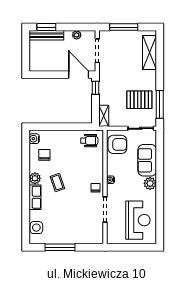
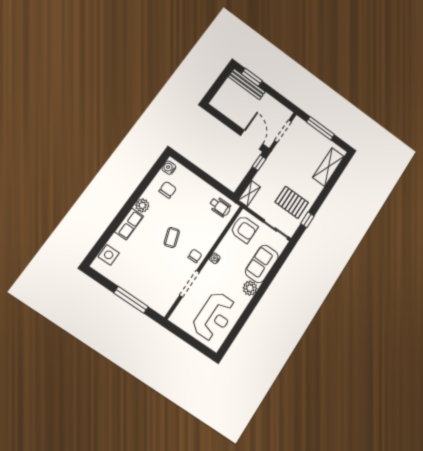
plant: (77, 35) -> (274, 104), removed
window: (160, 104) -> (307, 220), width x0.46
coffee table: (57, 182) -> (172, 238), moved
window: (60, 247) -> (131, 300), moved

